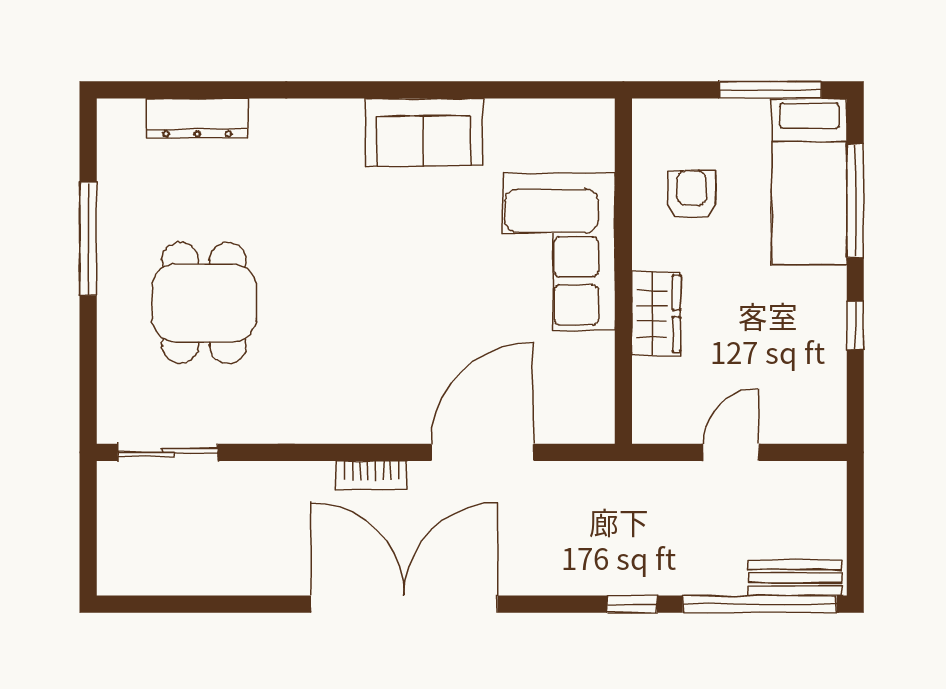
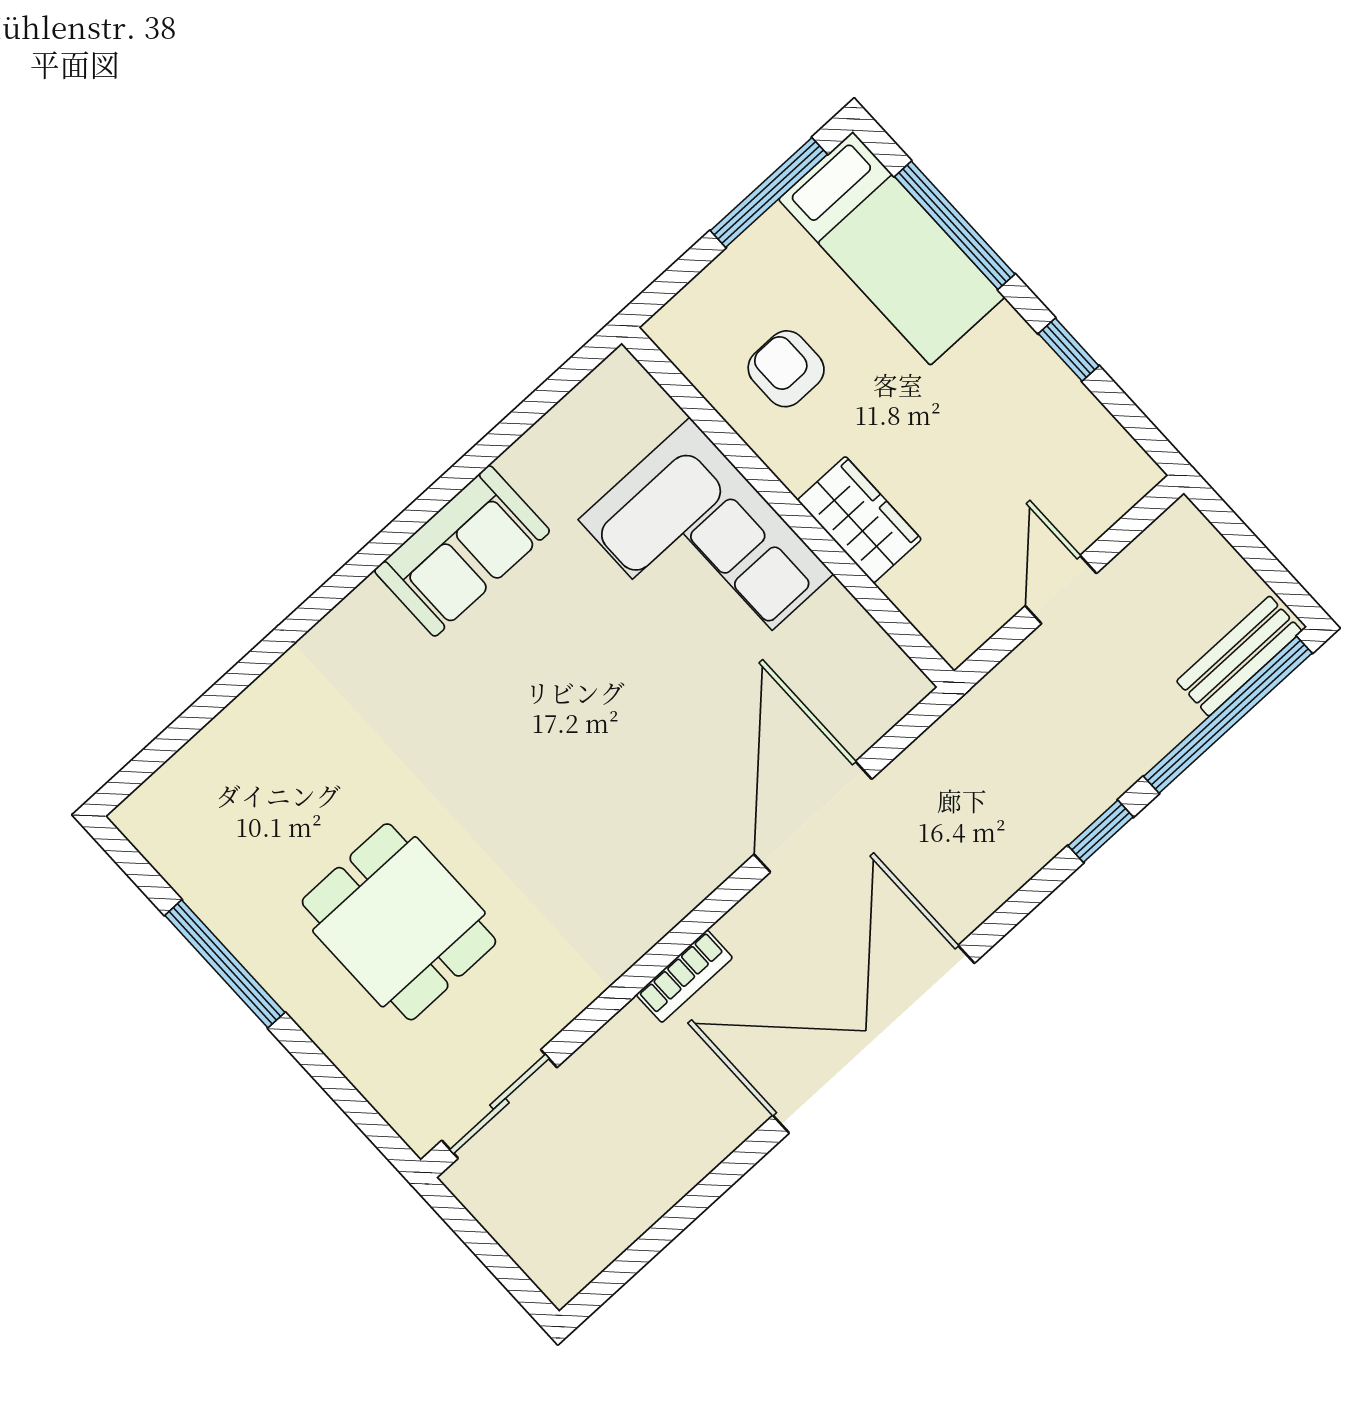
dresser: (197, 118) -> (223, 744), removed
bookcase: (371, 475) -> (684, 976), moved

